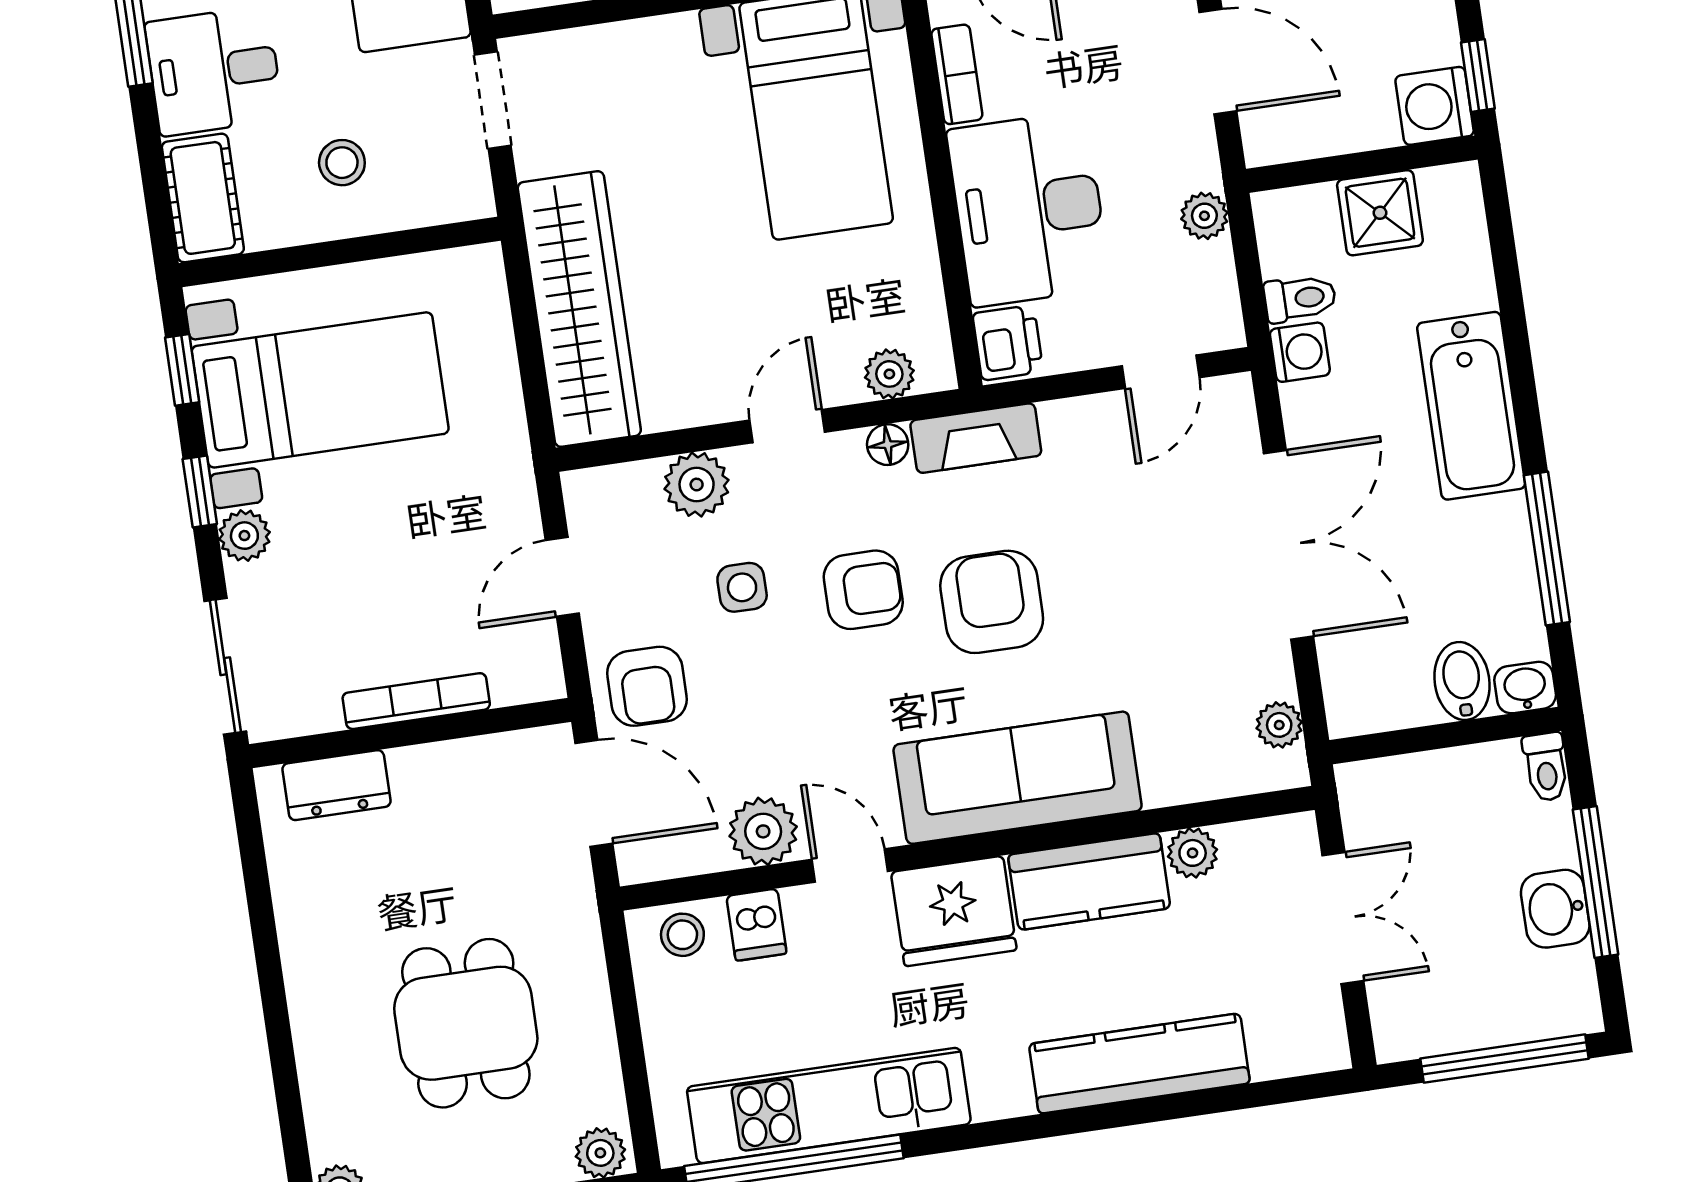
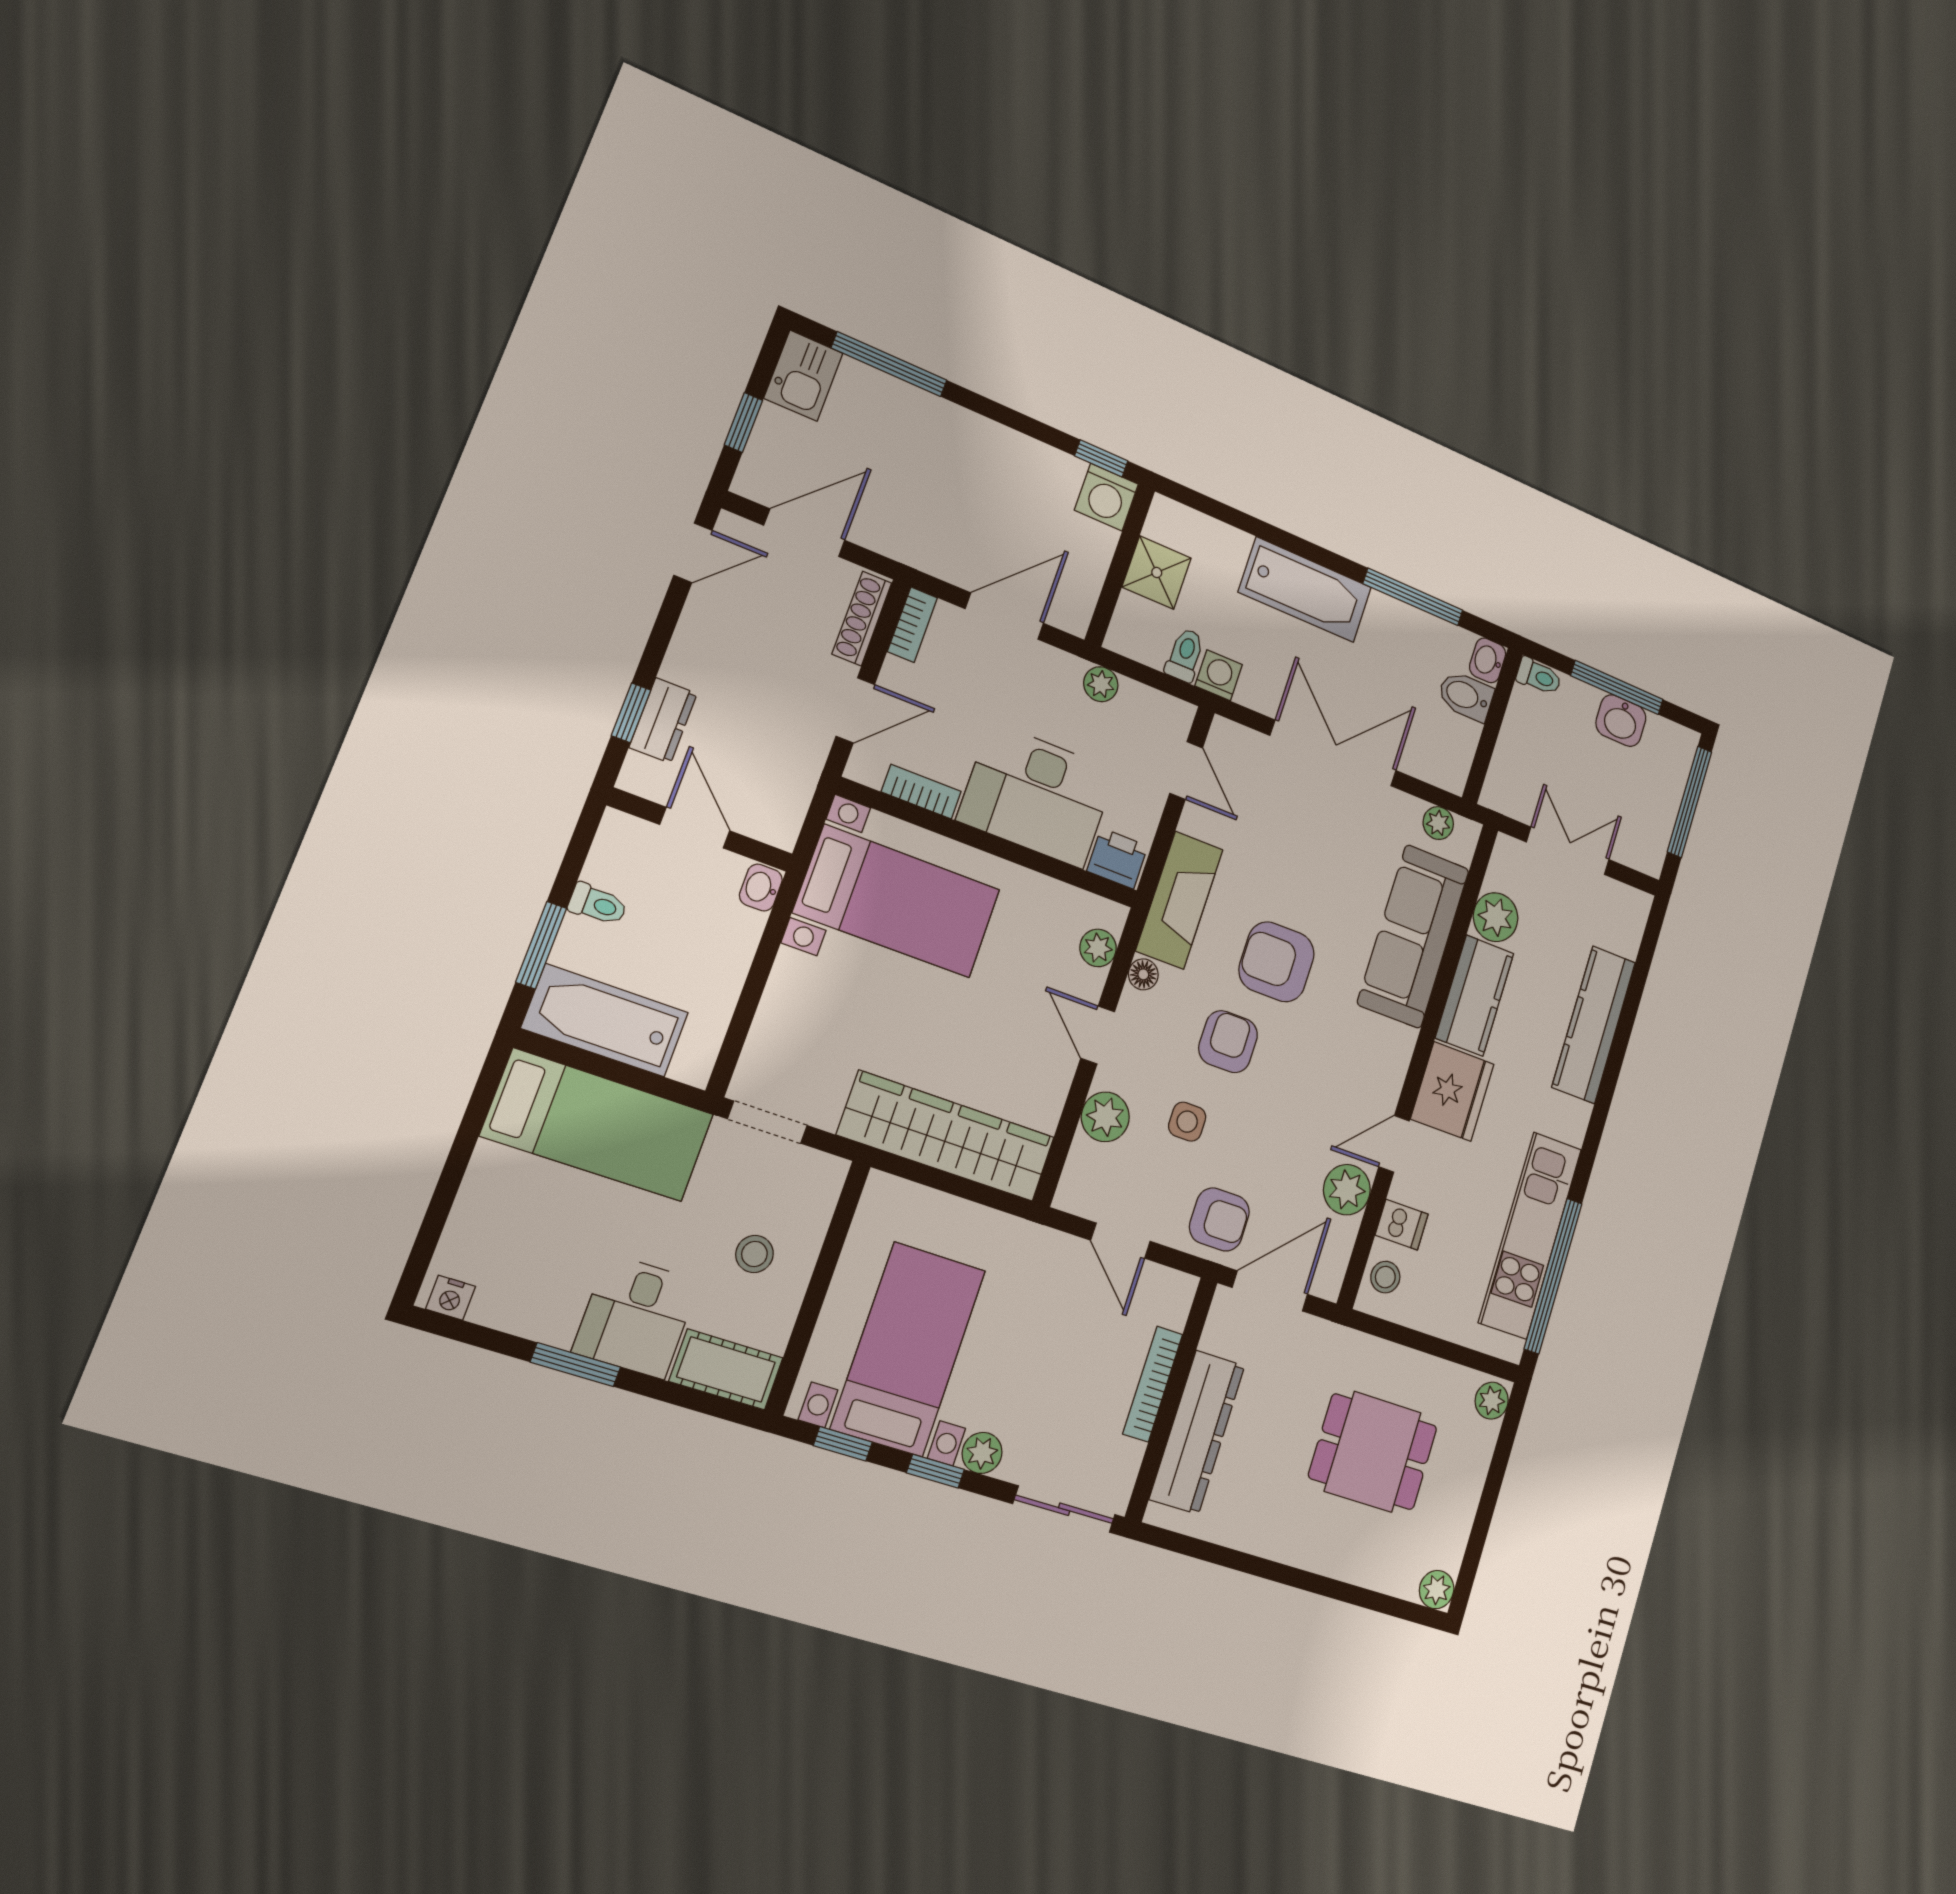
fireplace: (976, 438) -> (1179, 900), width x1.37, depth x1.32
sofa: (1018, 778) -> (1413, 936), moved
dresser: (336, 785) -> (1197, 1432), width x1.96, depth x1.24
plant: (1193, 853) -> (1496, 917), width x1.38, depth x1.38

